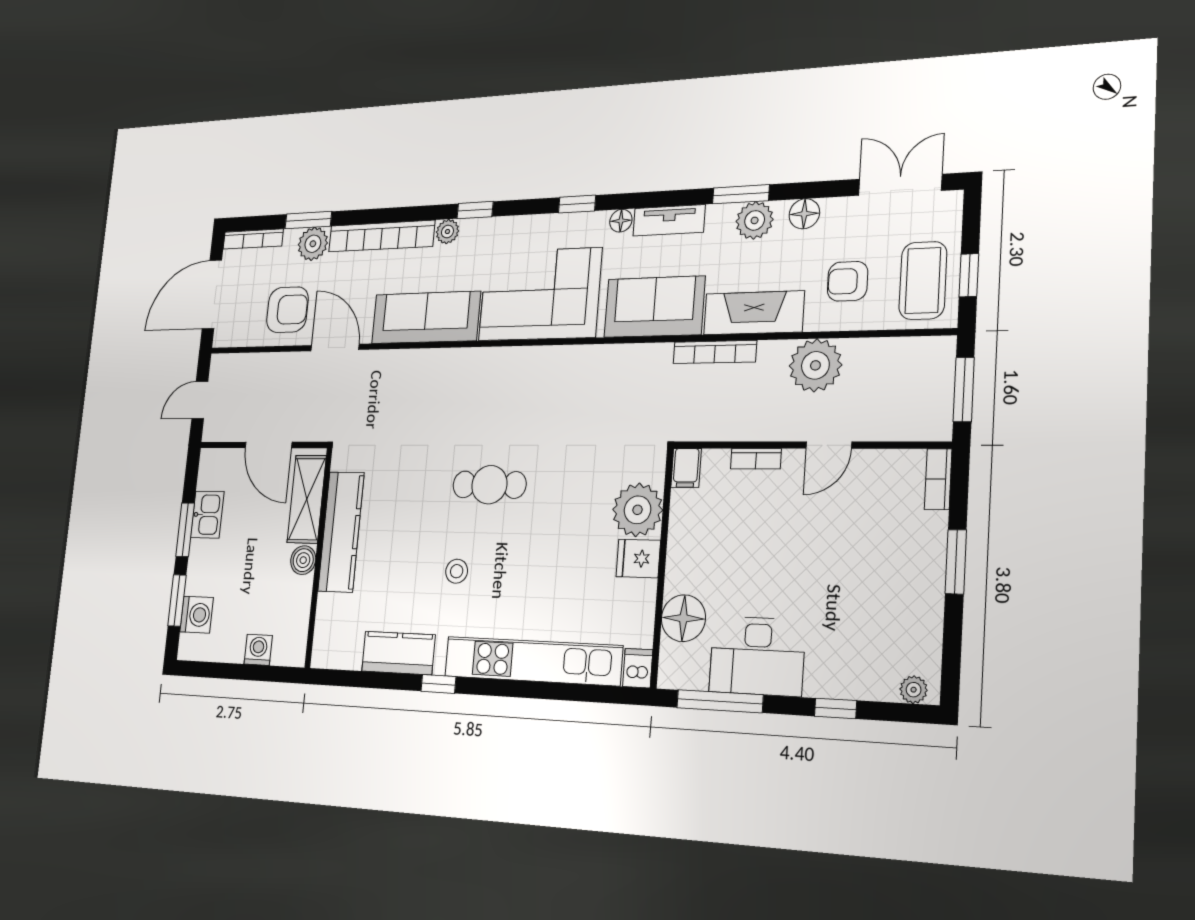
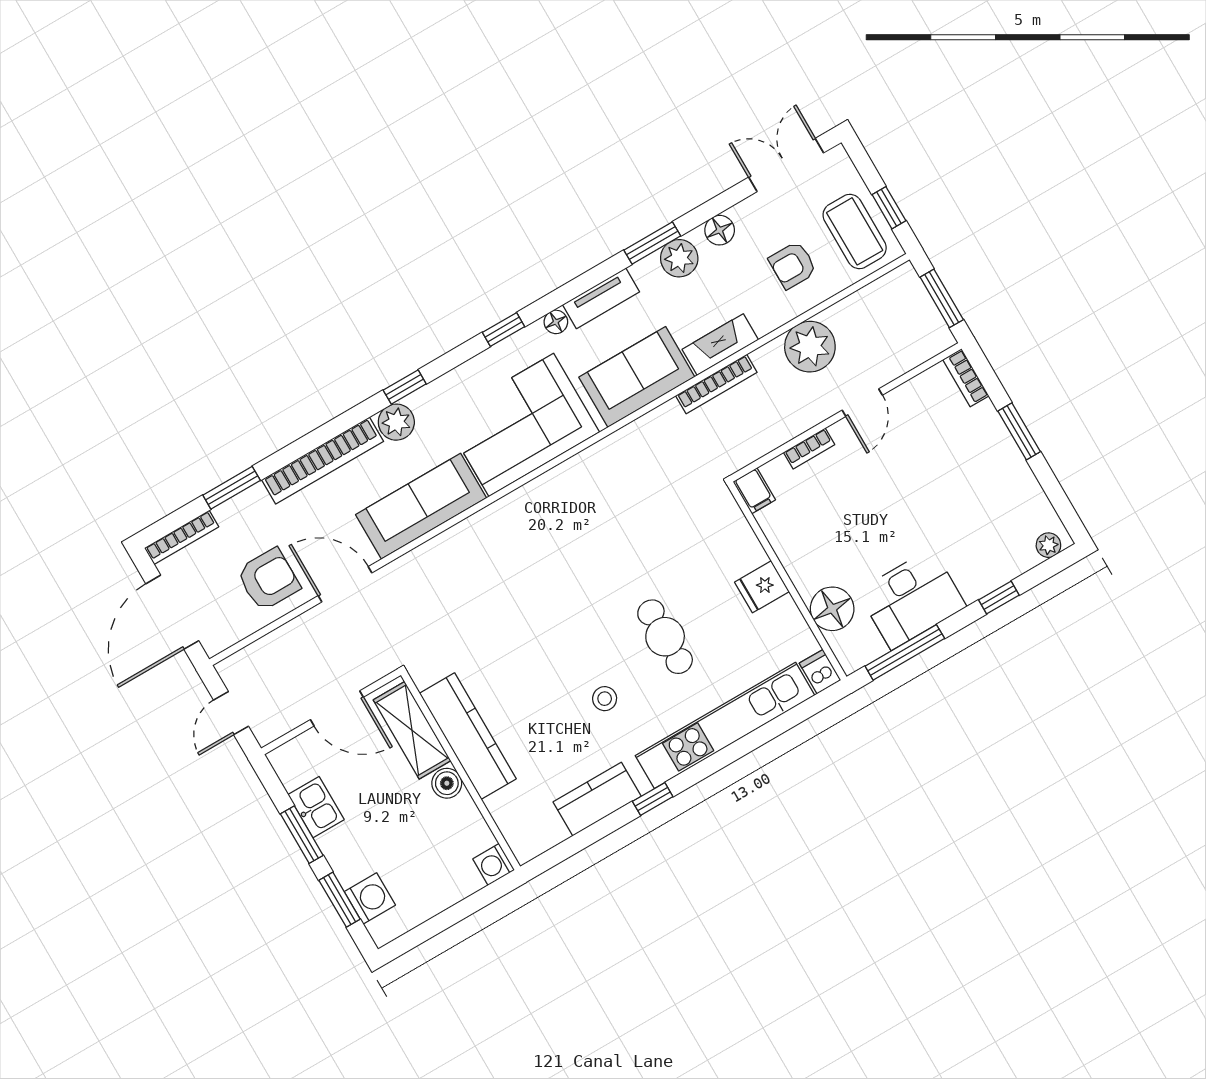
plant: (447, 232) -> (396, 422), width x1.38, depth x1.38
plant: (313, 244) -> (253, 506), removed
fireplace: (754, 313) -> (720, 345), width x0.73, depth x0.76
cafe table: (489, 485) -> (665, 637), moved, turned 90
plant: (638, 510) -> (735, 549), removed
washing machine: (258, 650) -> (494, 864), moved, turned -90

